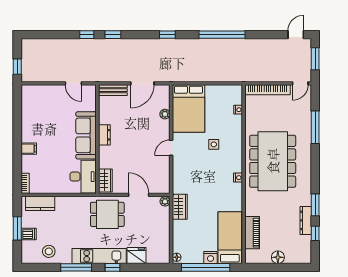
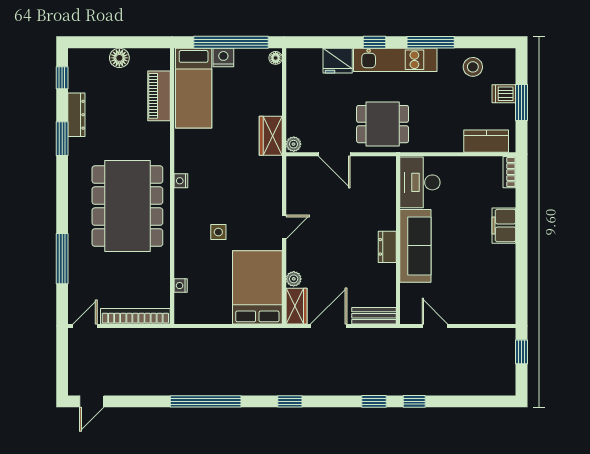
window: (315, 59) -> (62, 364), removed
filing cabinet: (29, 149) -> (504, 226), width x2.00
wardrobe: (105, 180) -> (296, 306), moved, turned 180
window: (315, 233) -> (62, 78), moved

